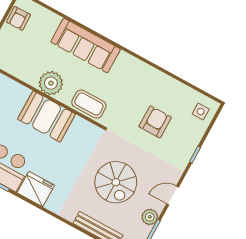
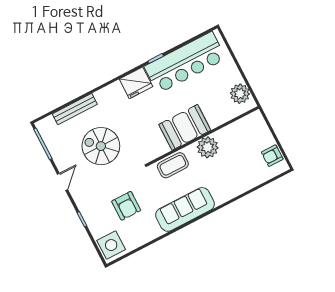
armchair: (19, 18) -> (272, 156), turned -89
sofa: (86, 46) -> (185, 209), moved
side table: (201, 112) -> (111, 245), width x1.87, depth x1.87
plant: (150, 217) -> (58, 154), removed

